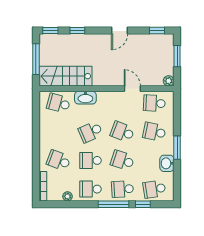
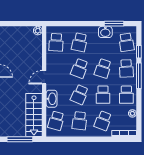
window: (177, 56) -> (17, 24), removed
door: (132, 89) -> (44, 77), moved
school desk: (59, 132) -> (80, 121), added
school desk: (91, 132) -> (80, 95), turned 48
window: (177, 148) -> (114, 24), moved

